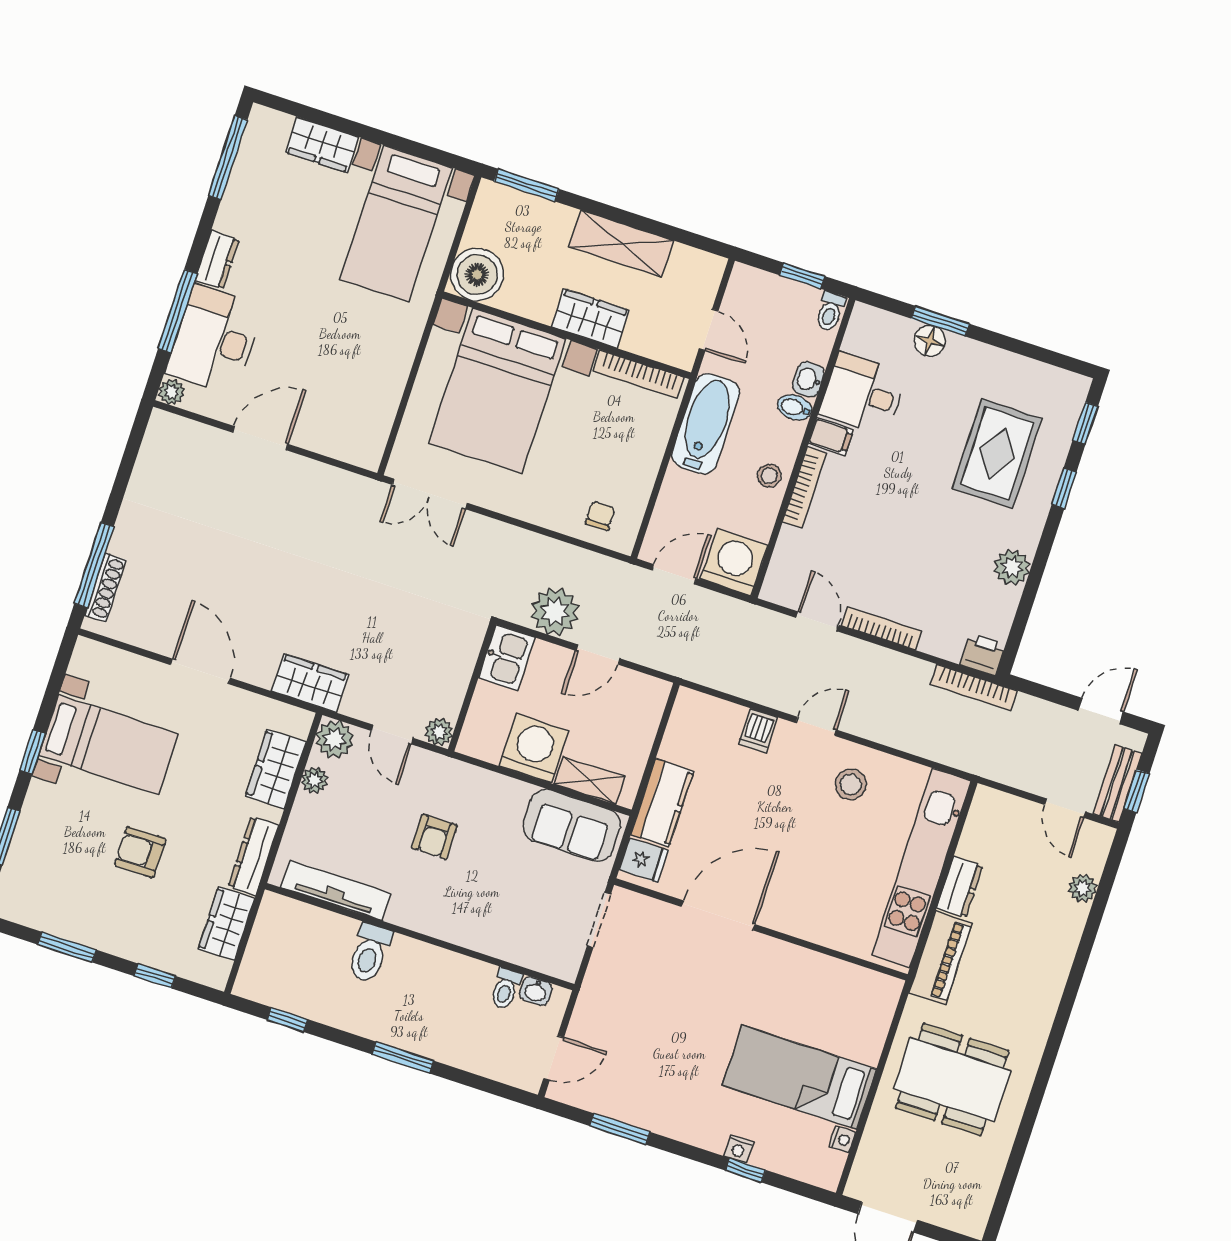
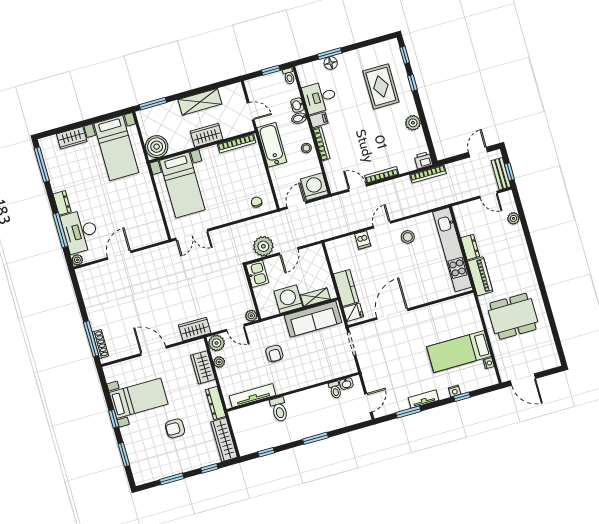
bed with nightstands: (497, 391) -> (182, 185), width x0.73
sofa: (572, 825) -> (313, 319), width x1.36
wardrobe: (227, 924) -> (224, 440), width x1.50
tv unit: (667, 1124) -> (423, 399), added

